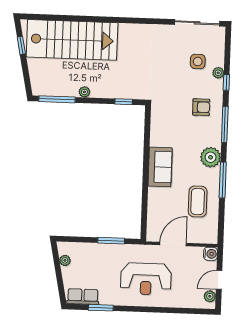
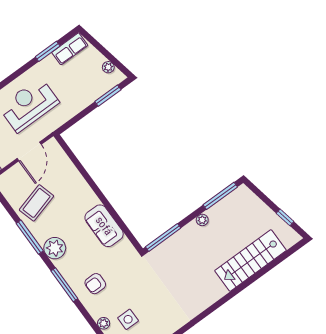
stairs: (72, 40) -> (251, 260), width x0.73, depth x0.66
window: (226, 82) -> (91, 321), removed
window: (124, 102) -> (163, 237), width x2.17
sofa: (160, 167) -> (104, 226), moved
coffee table: (198, 202) -> (37, 203), turned 74
window: (111, 241) -> (108, 96), moved

